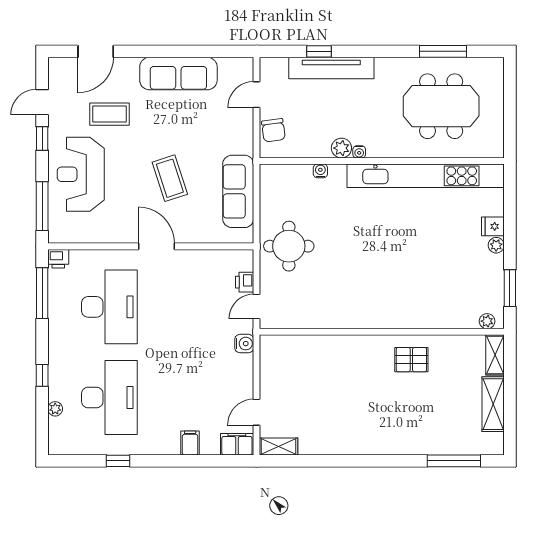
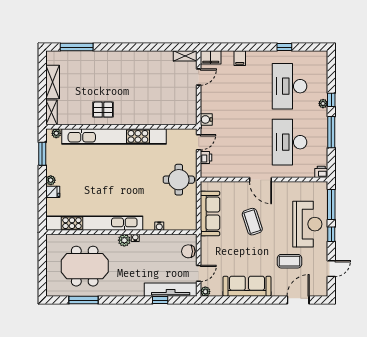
plant: (246, 65) -> (205, 292), added
tv unit: (331, 68) -> (171, 290), moved
chair: (273, 130) -> (188, 251), turned -82
window: (42, 139) -> (331, 234), moved
plant: (341, 148) -> (124, 240), moved
window: (42, 293) -> (331, 132), moved
kitchen unit: (394, 316) -> (114, 136), added
plant: (55, 409) -> (323, 104), moved

